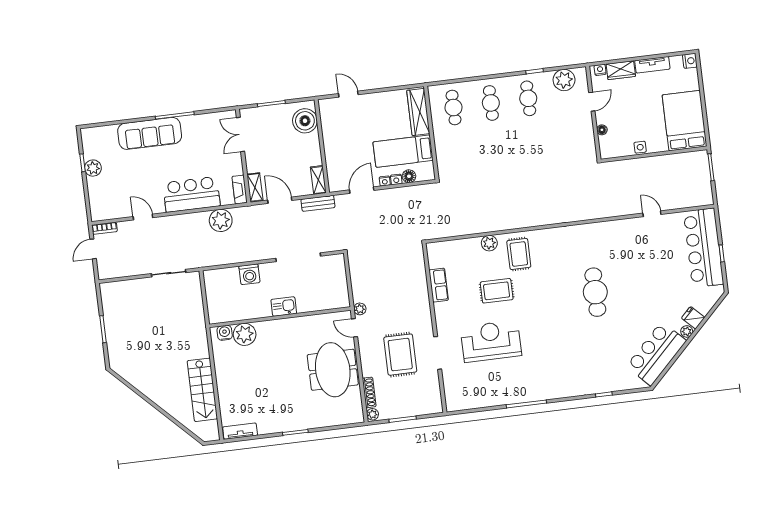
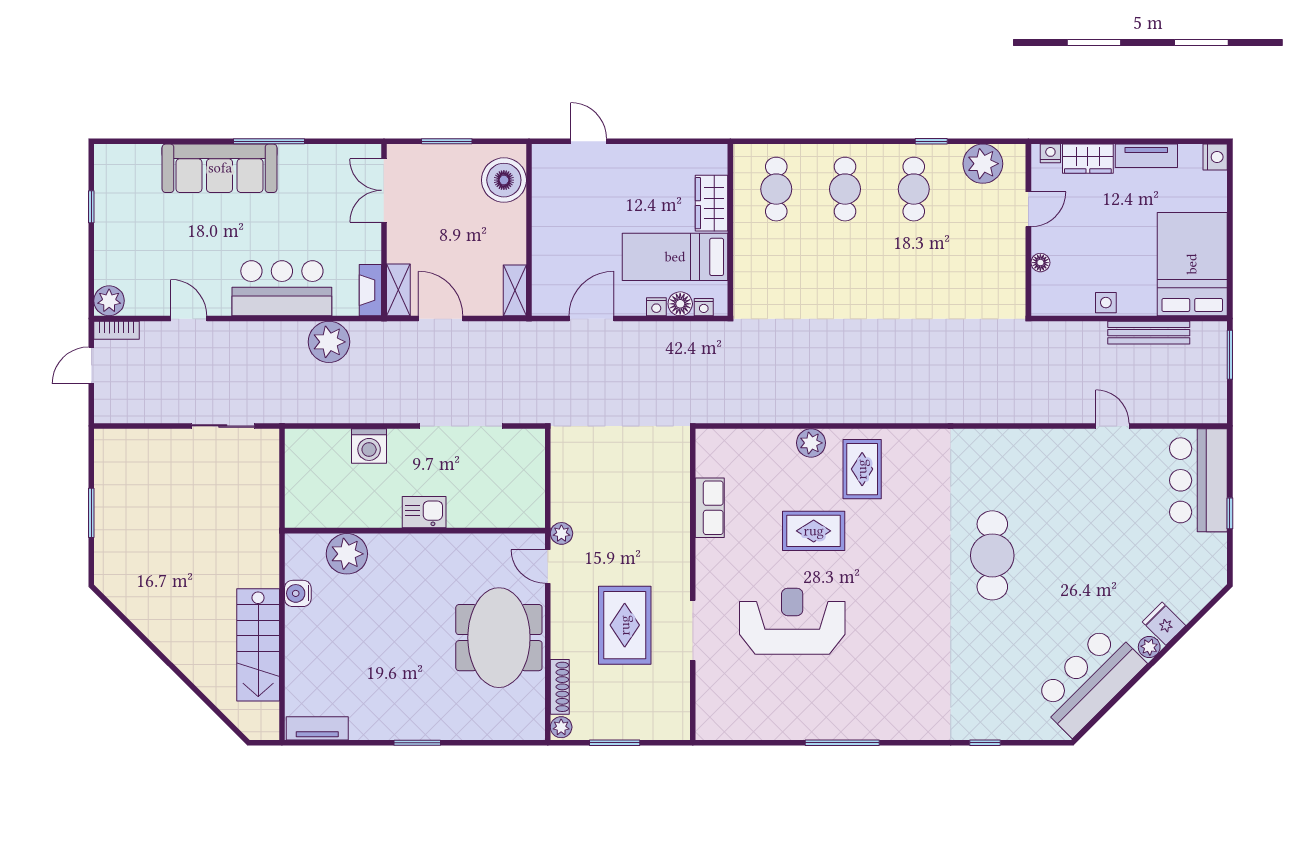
wardrobe: (418, 112) -> (711, 203), width x0.67
plant: (93, 168) -> (109, 301), moved
nightstand: (385, 181) -> (704, 307), moved
bench: (318, 203) -> (1149, 333), moved, width x1.36
bar counter: (704, 248) -> (1198, 480), width x0.73
water cooler: (225, 333) -> (298, 593), moved, turned -90

